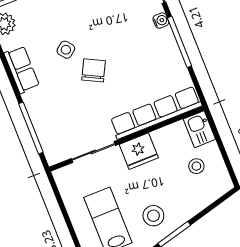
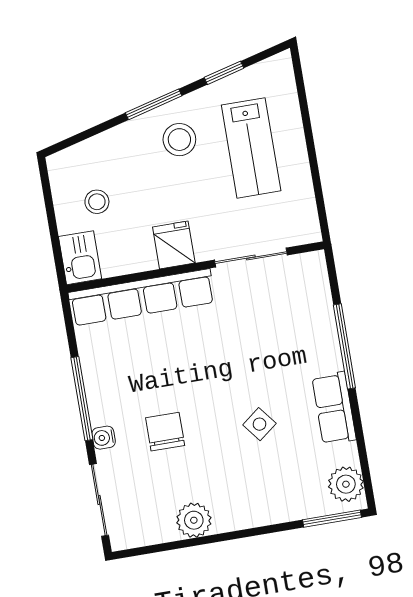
chair: (94, 70) -> (165, 432), moved, turned 153
window: (31, 128) -> (344, 346), moved
fridge: (139, 151) -> (174, 245), width x0.72

